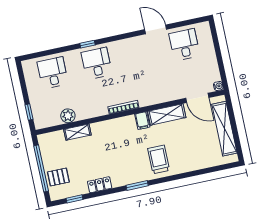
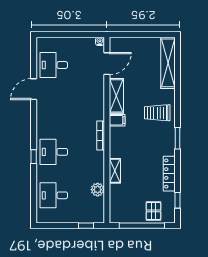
shelving: (224, 129) -> (168, 63), moved, turned 90
shelving: (77, 132) -> (115, 171), moved
locker: (100, 185) -> (169, 174), width x1.53

